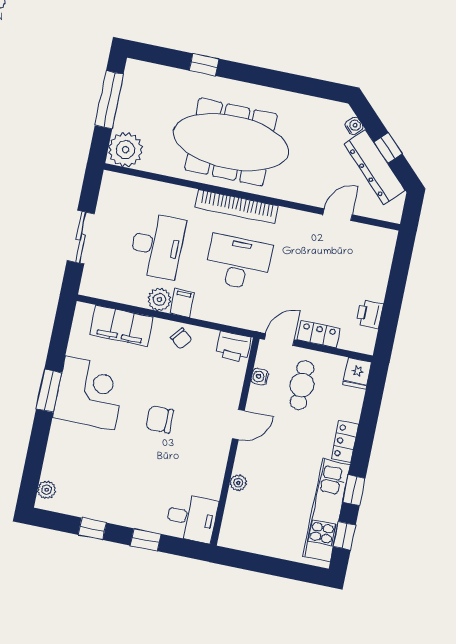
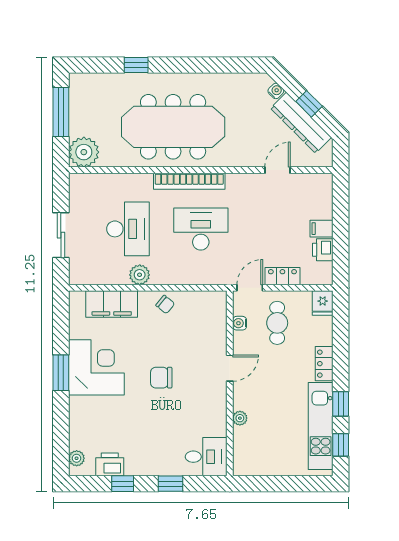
filing cabinet: (182, 303) -> (322, 229), moved, turned -90
printer: (233, 347) -> (110, 464), moved, turned 180

